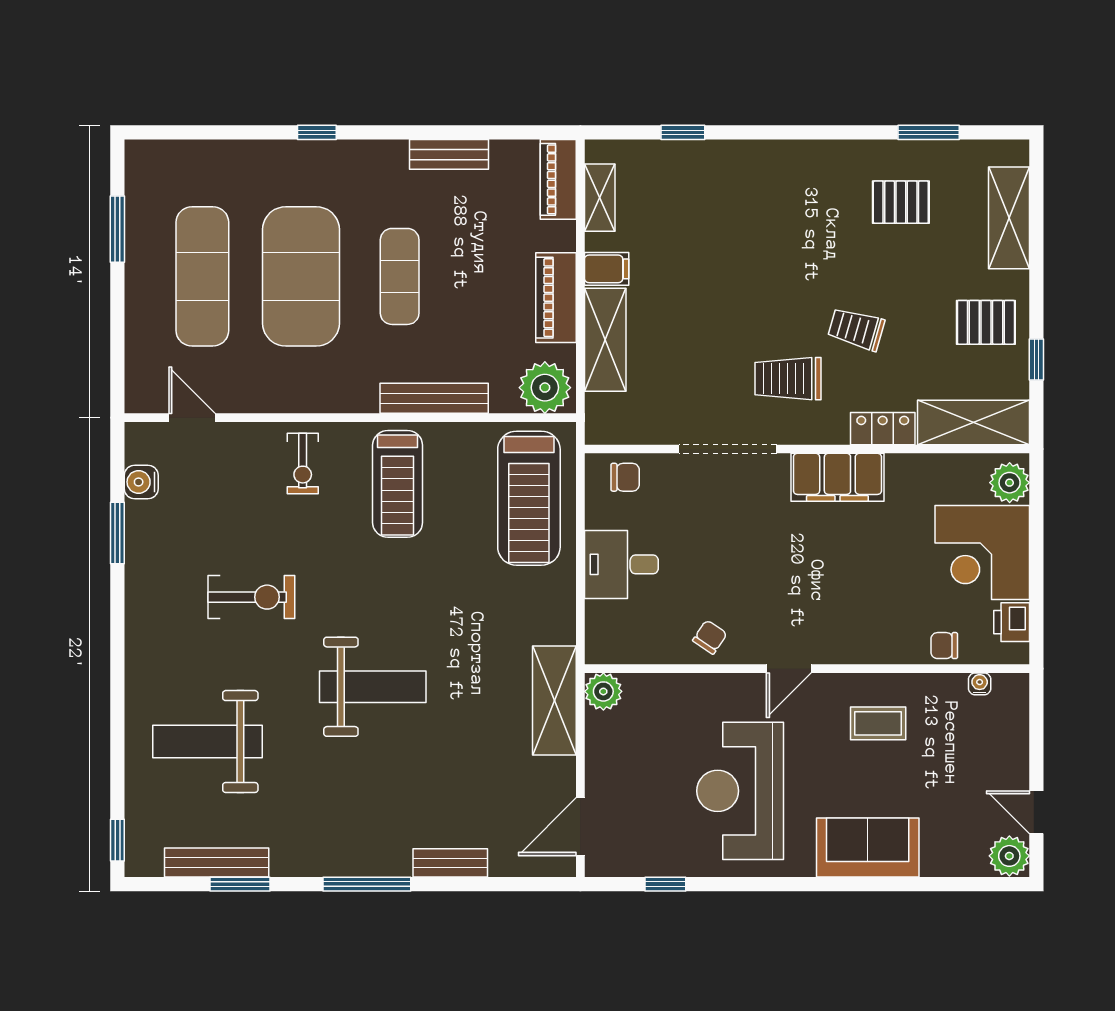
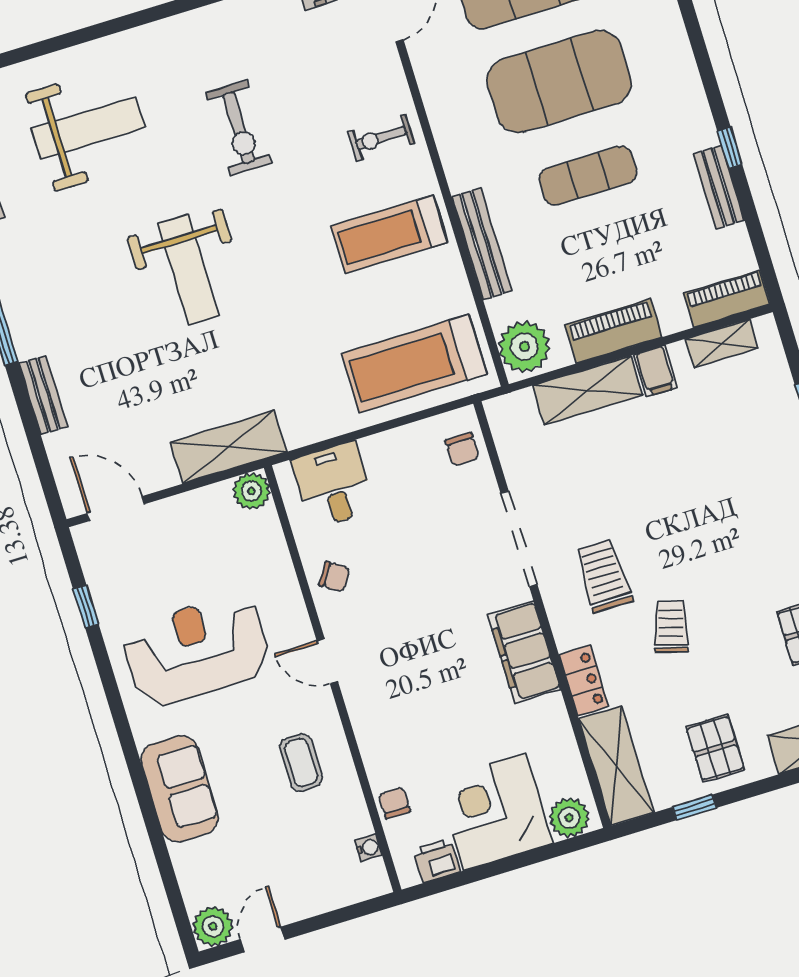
window: (317, 132) -> (730, 148), moved
desk: (621, 564) -> (333, 485), moved
weight bench: (208, 742) -> (88, 128), turned 90

